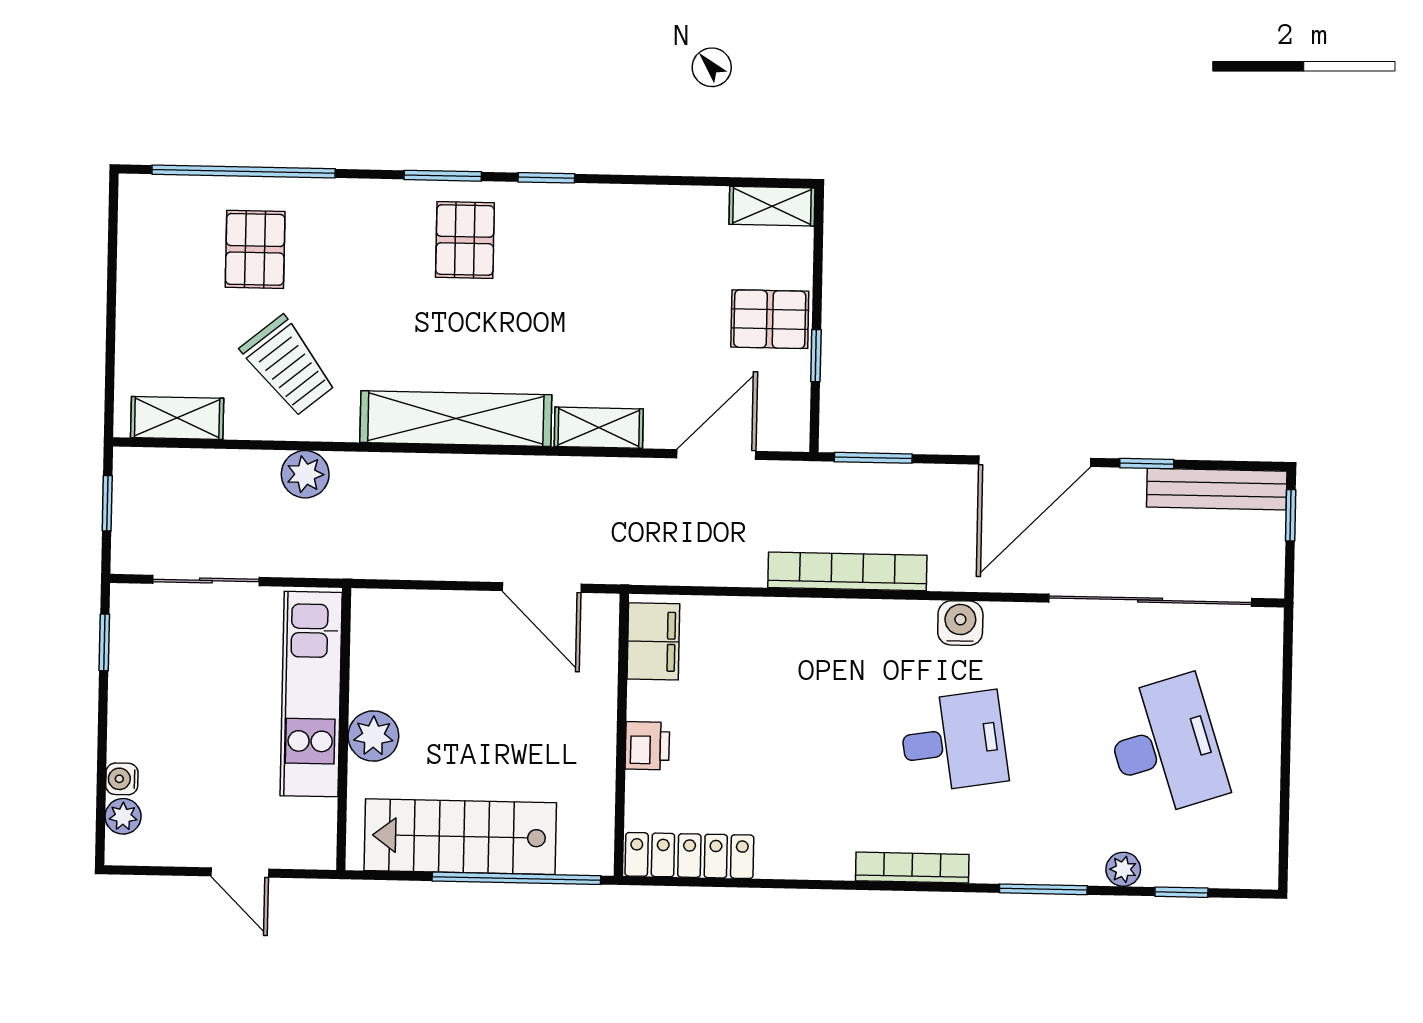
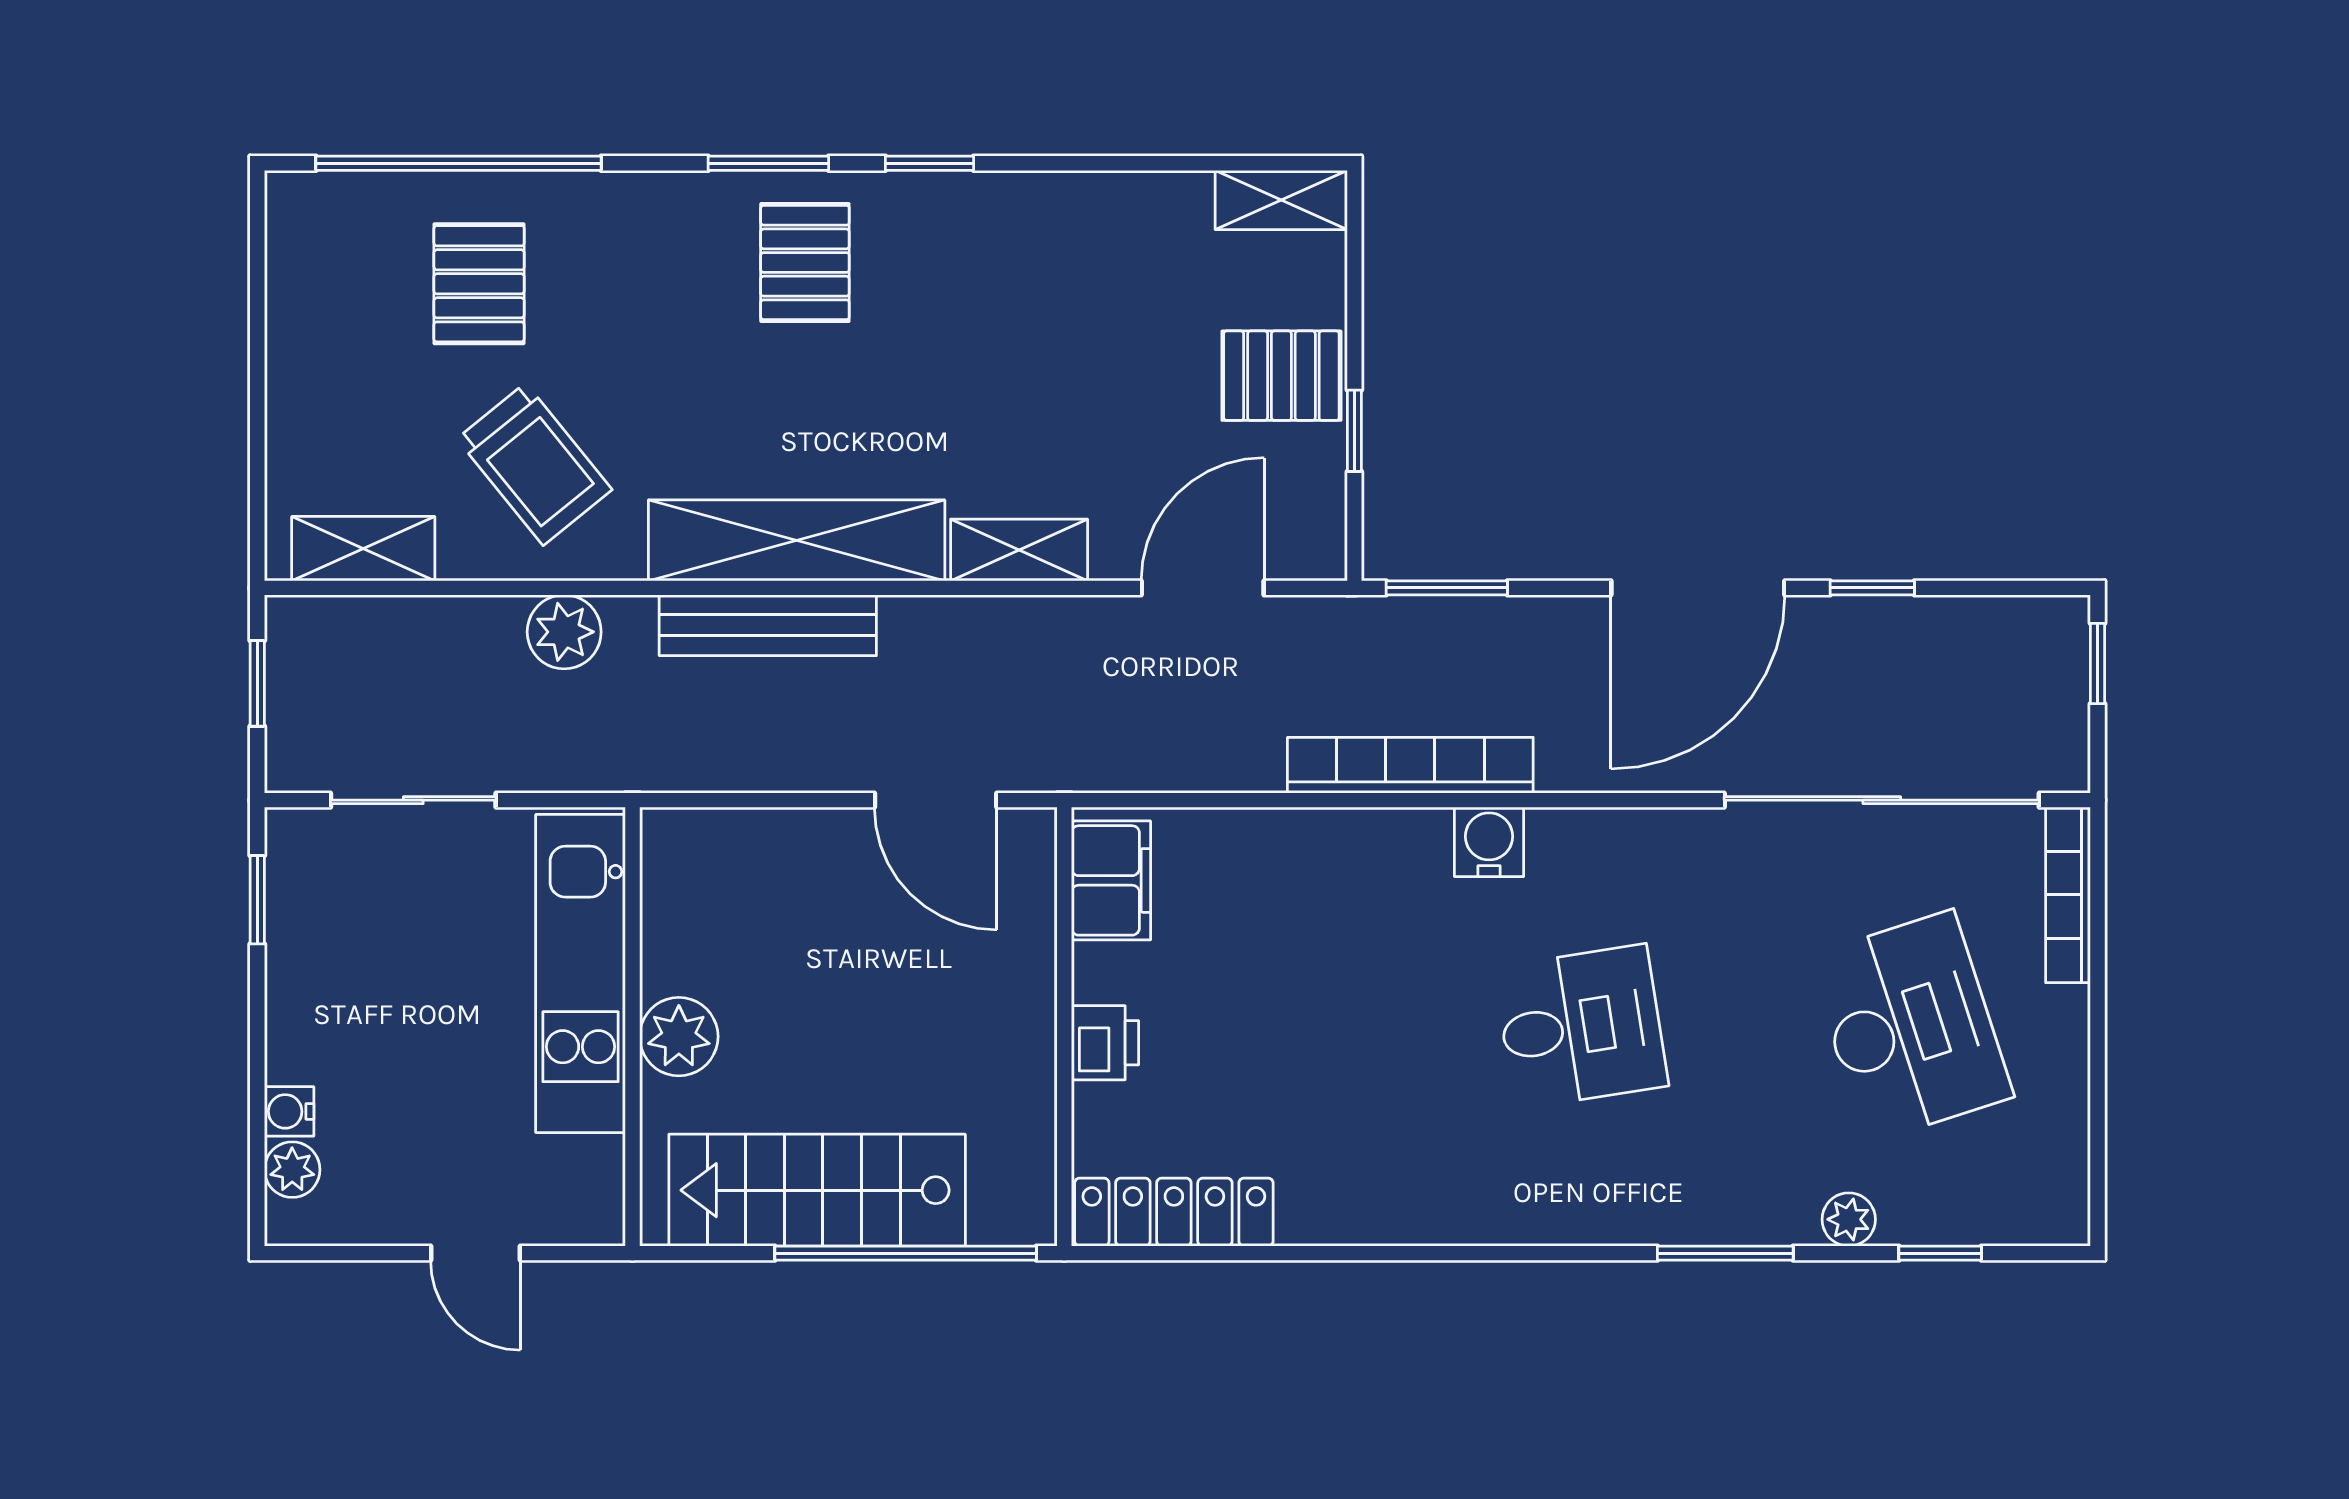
bench: (1217, 489) -> (768, 625), moved
water cooler: (960, 623) -> (1489, 842), moved
bookcase: (912, 868) -> (2068, 895), moved, turned -90

